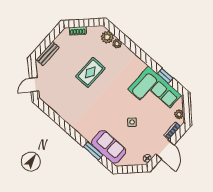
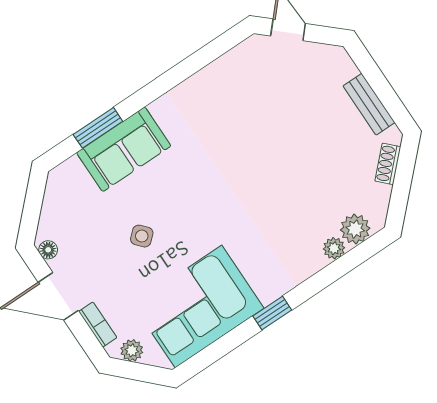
bench: (48, 54) -> (369, 104), moved
rug: (90, 72) -> (283, 169), removed
window: (165, 76) -> (272, 313), moved
sofa: (109, 147) -> (124, 149), moved

